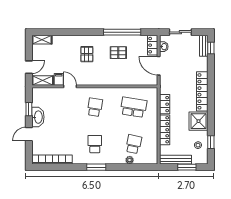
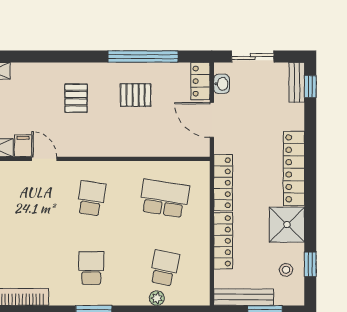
locker: (165, 104) -> (223, 183), width x1.53

